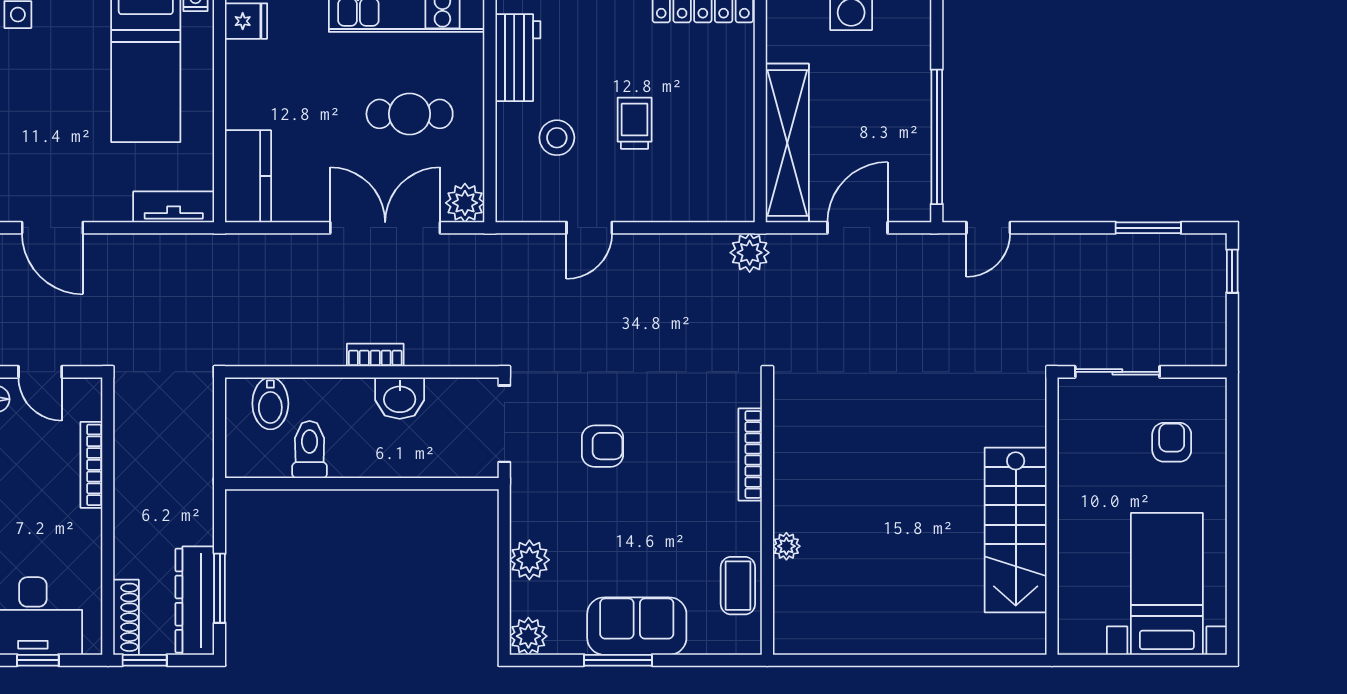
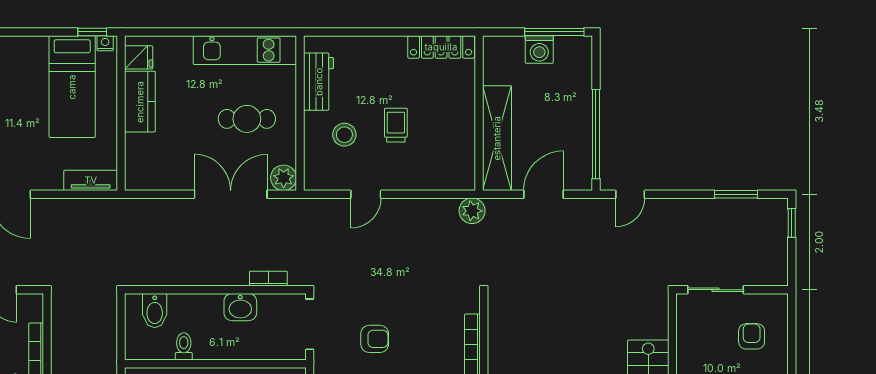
kitchen counter: (248, 176) -> (140, 102), moved
bookcase: (375, 355) -> (268, 279), moved
toilet: (310, 450) -> (184, 346), width x0.73, depth x0.72

